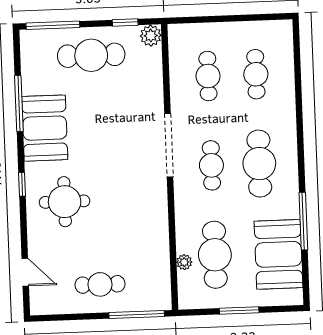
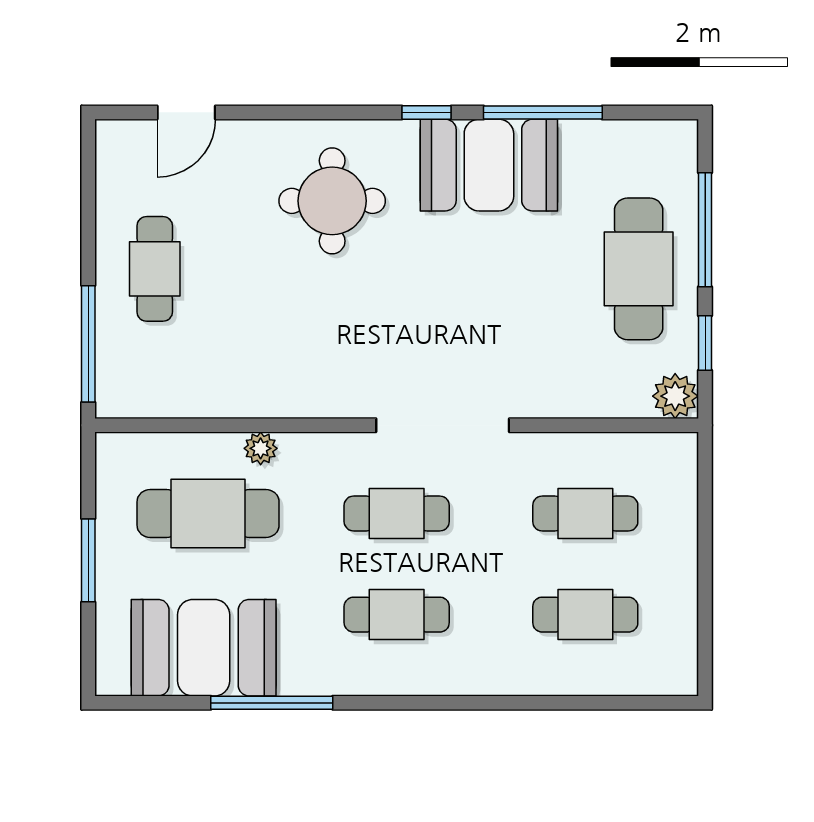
window: (53, 25) -> (705, 230), moved
cafe table: (259, 164) -> (397, 615), width x0.73, depth x0.74
window: (22, 184) -> (426, 112), moved
plant: (184, 262) -> (261, 448), moved

